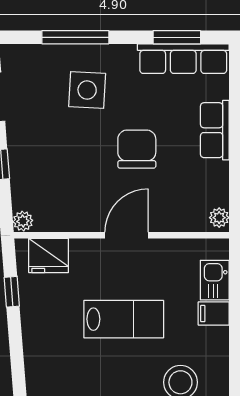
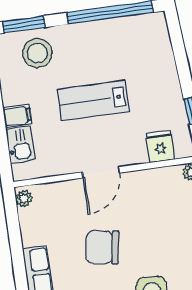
chair: (137, 149) -> (102, 247), turned 99
fridge: (49, 255) -> (160, 147), width x0.72

